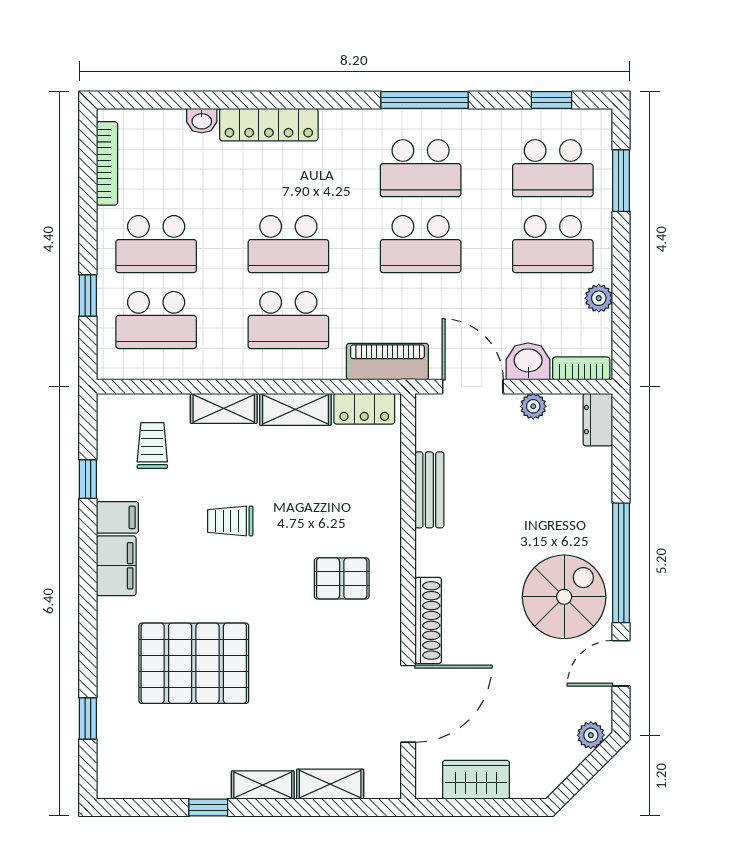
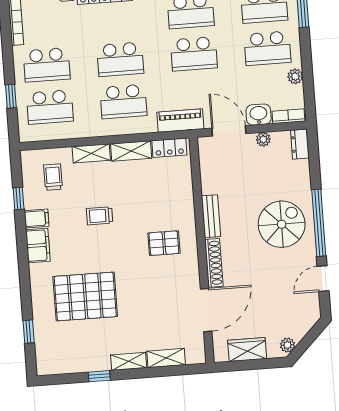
bench: (429, 490) -> (211, 216), moved
spiral stairs: (564, 597) -> (282, 224), moved
plant: (591, 735) -> (287, 345), moved

